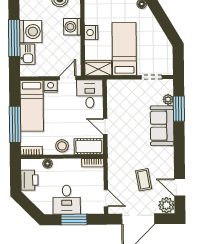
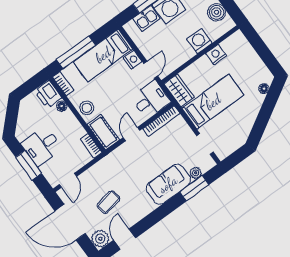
nightstand: (91, 33) -> (216, 55), moved
door: (68, 78) -> (151, 70), hinge flipped
bookcase: (111, 97) -> (161, 121), added
printer: (29, 180) -> (48, 94), moved, turned 90

